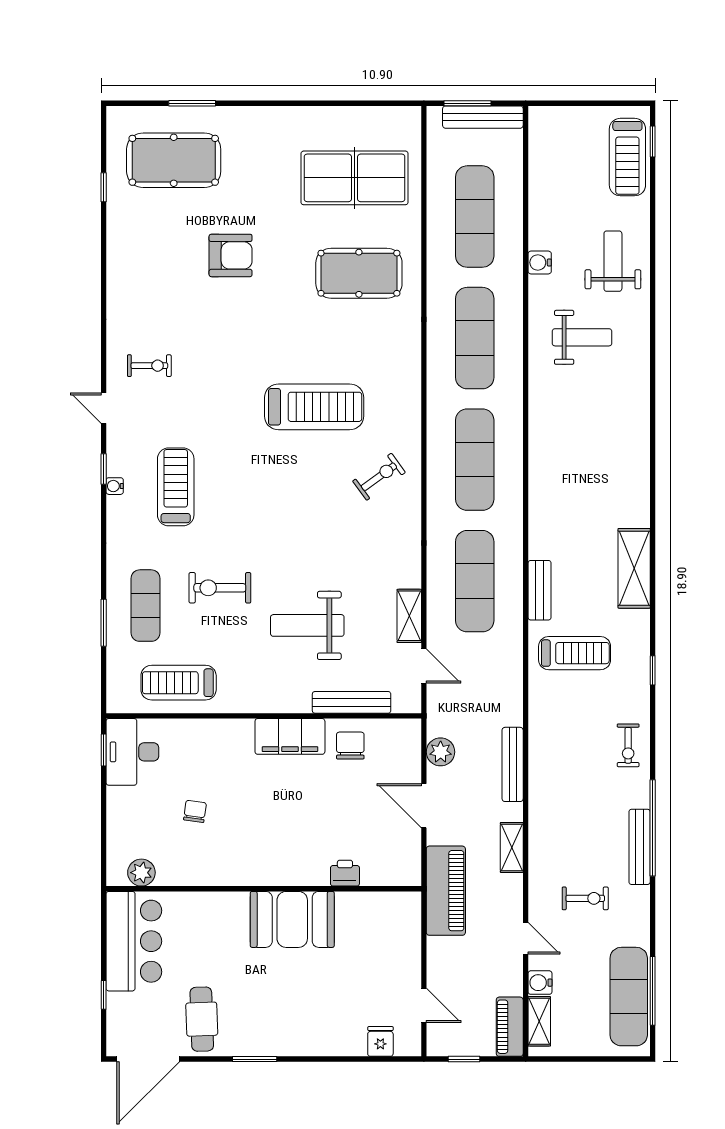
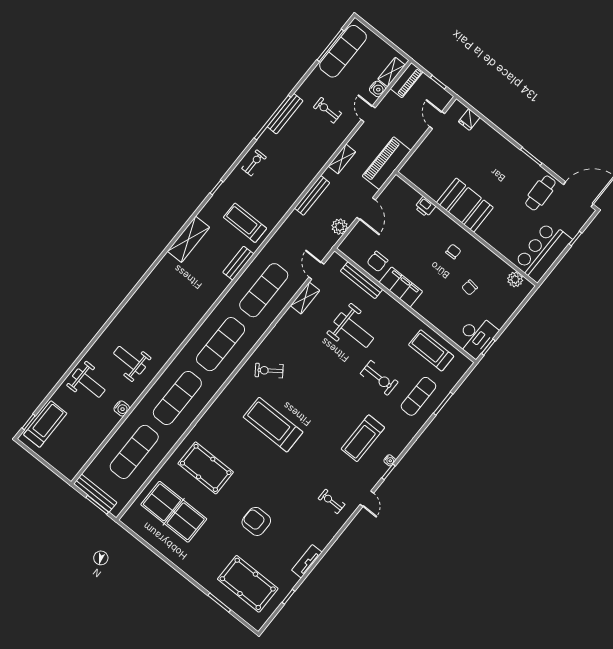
tv unit: (117, 256) -> (307, 561), added
weight bench: (613, 261) -> (89, 383), turned -90
treadmill: (179, 683) -> (431, 350), turned 180
chair: (257, 843) -> (453, 251), added

